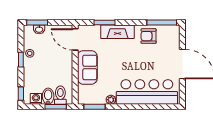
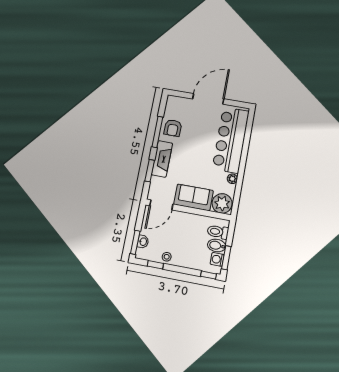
window: (162, 22) -> (157, 132), moved
window: (21, 60) -> (155, 265), moved
plant: (87, 94) -> (222, 203), added
window: (56, 107) -> (226, 258), moved
window: (95, 107) -> (237, 197), removed

